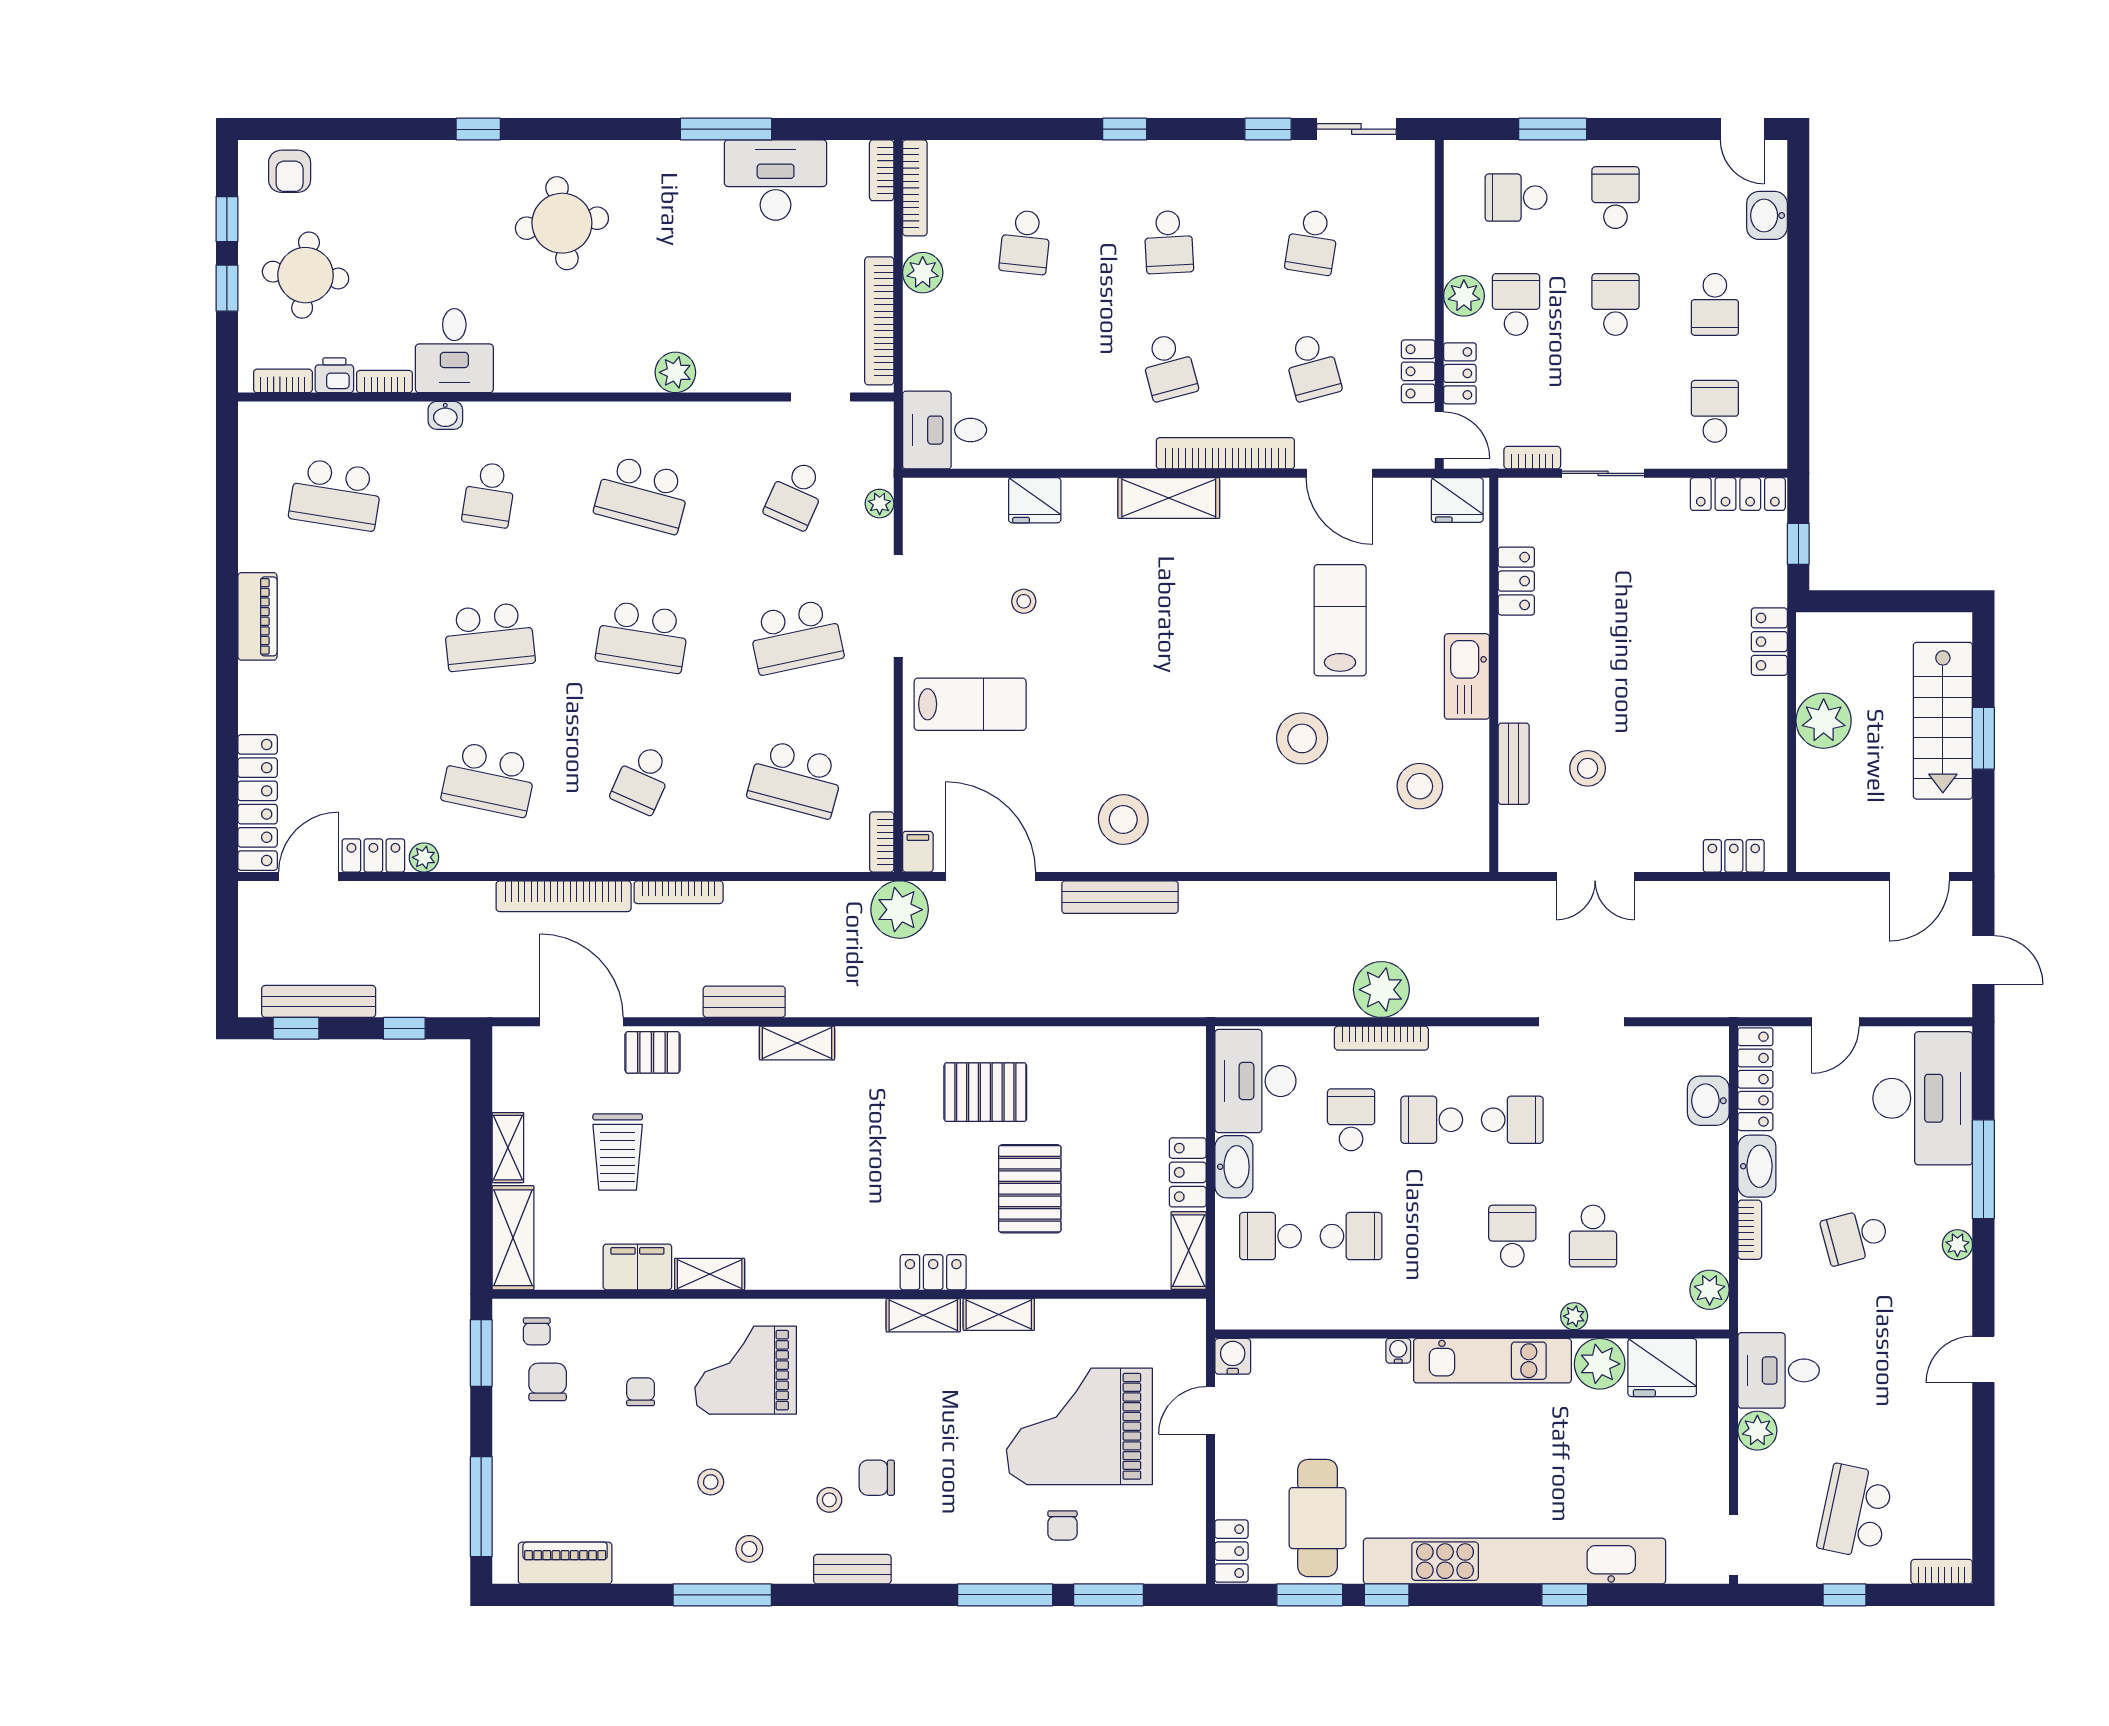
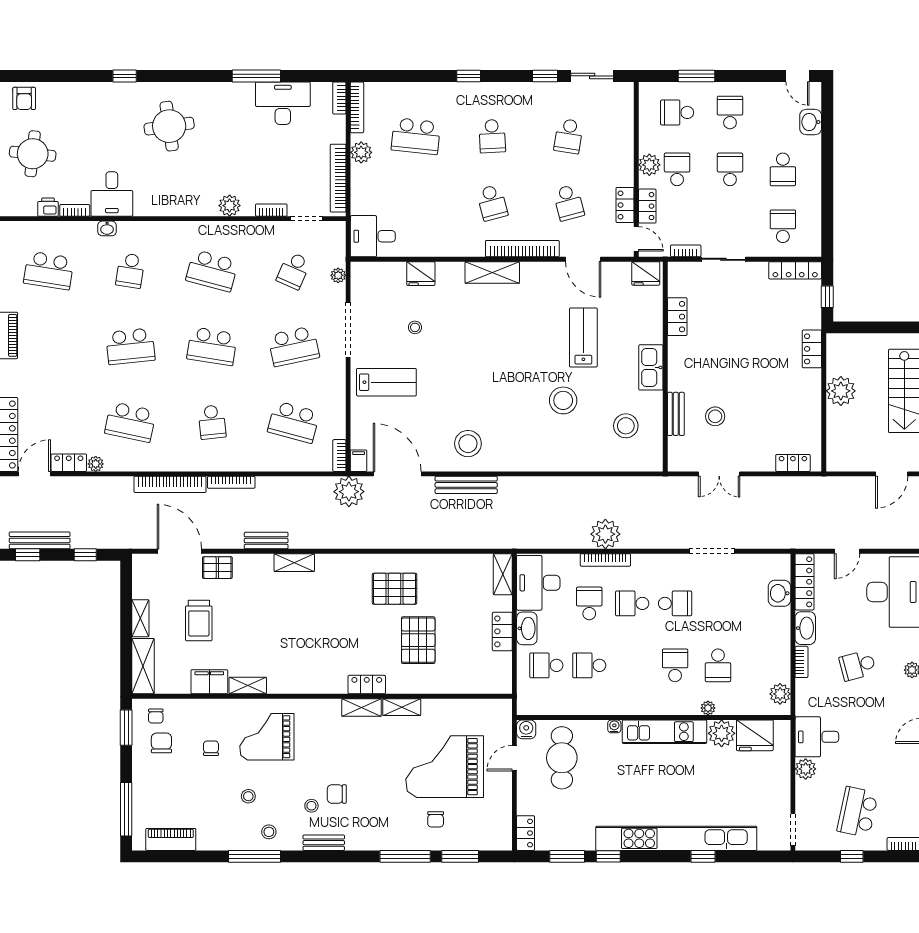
school desk: (1025, 242) -> (416, 136), width x1.85
bookcase: (283, 381) -> (271, 210), moved
school desk: (643, 779) -> (212, 422), turned -30
school desk: (1351, 1236) -> (589, 665), turned 180
shelving: (1189, 1251) -> (503, 574), moved
cafe table: (1318, 1518) -> (562, 758), moved

